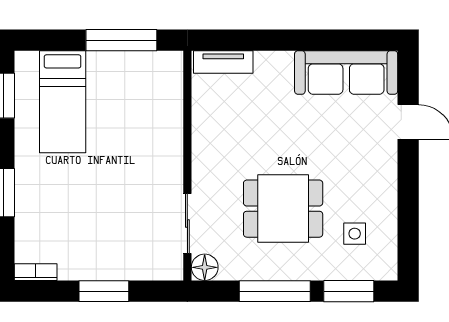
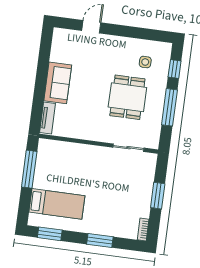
sofa: (346, 73) -> (58, 83), moved, width x0.73
floor lamp: (205, 267) -> (152, 142), removed
window: (349, 291) -> (175, 69), width x0.67

